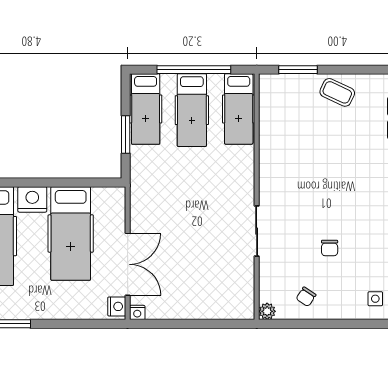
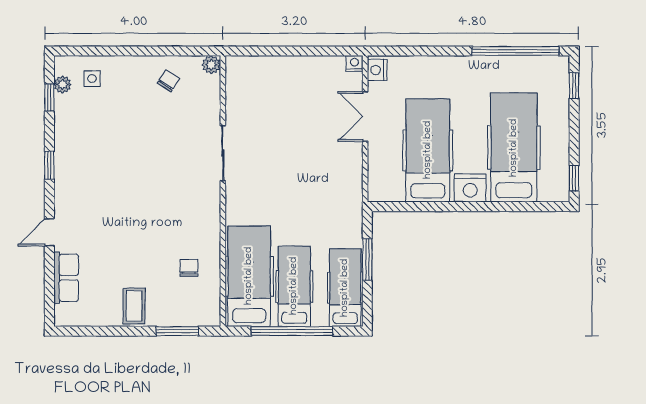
coffee table: (337, 92) -> (134, 306), turned 65
hospital bed: (239, 109) -> (249, 276), width x1.37, depth x1.29
chair: (330, 248) -> (189, 268), moved
double door: (128, 264) -> (365, 116), width x0.73

